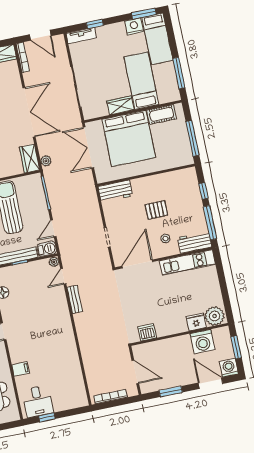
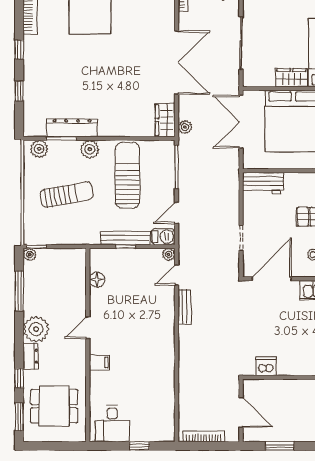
filing cabinet: (21, 369) -> (99, 362), moved
window: (47, 417) -> (139, 446), moved

